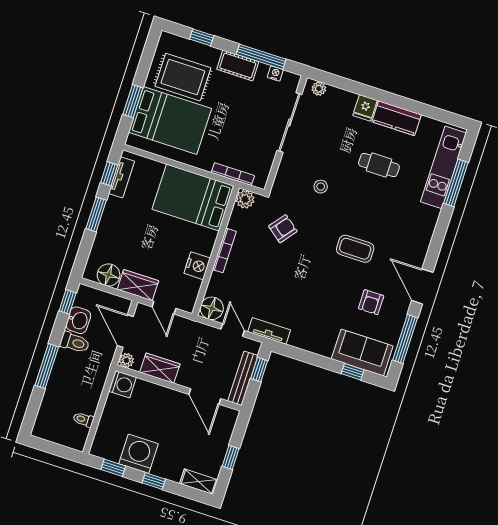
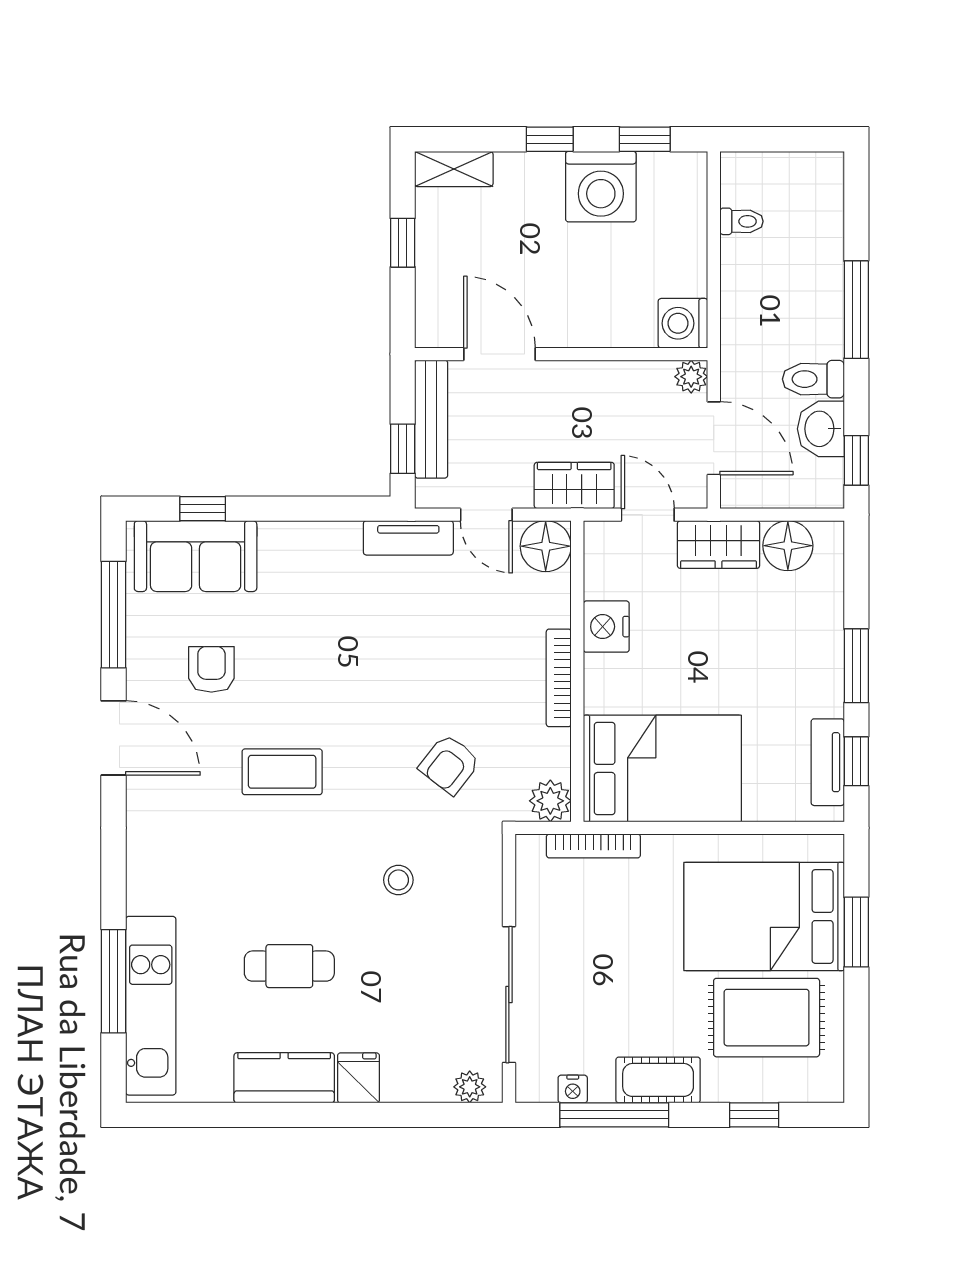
wardrobe: (160, 368) -> (574, 485), moved, turned 180

